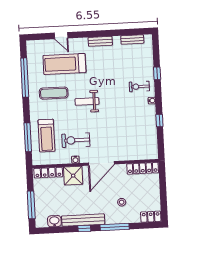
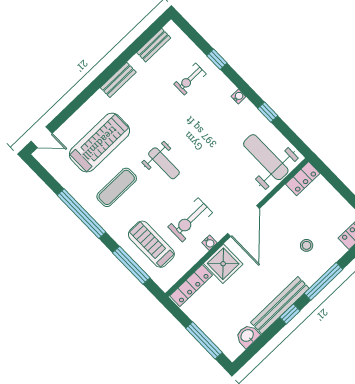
door: (61, 36) -> (42, 137), moved
treadmill: (64, 64) -> (100, 143), turned 180
window: (25, 78) -> (81, 214), moved
exercise bike: (139, 86) -> (190, 79), moved
weight bench: (87, 101) -> (164, 163), turned -90
treadmill: (46, 136) -> (151, 244), turned 180
weight bench: (139, 142) -> (266, 157), added
locker: (143, 168) -> (303, 179), width x0.66

